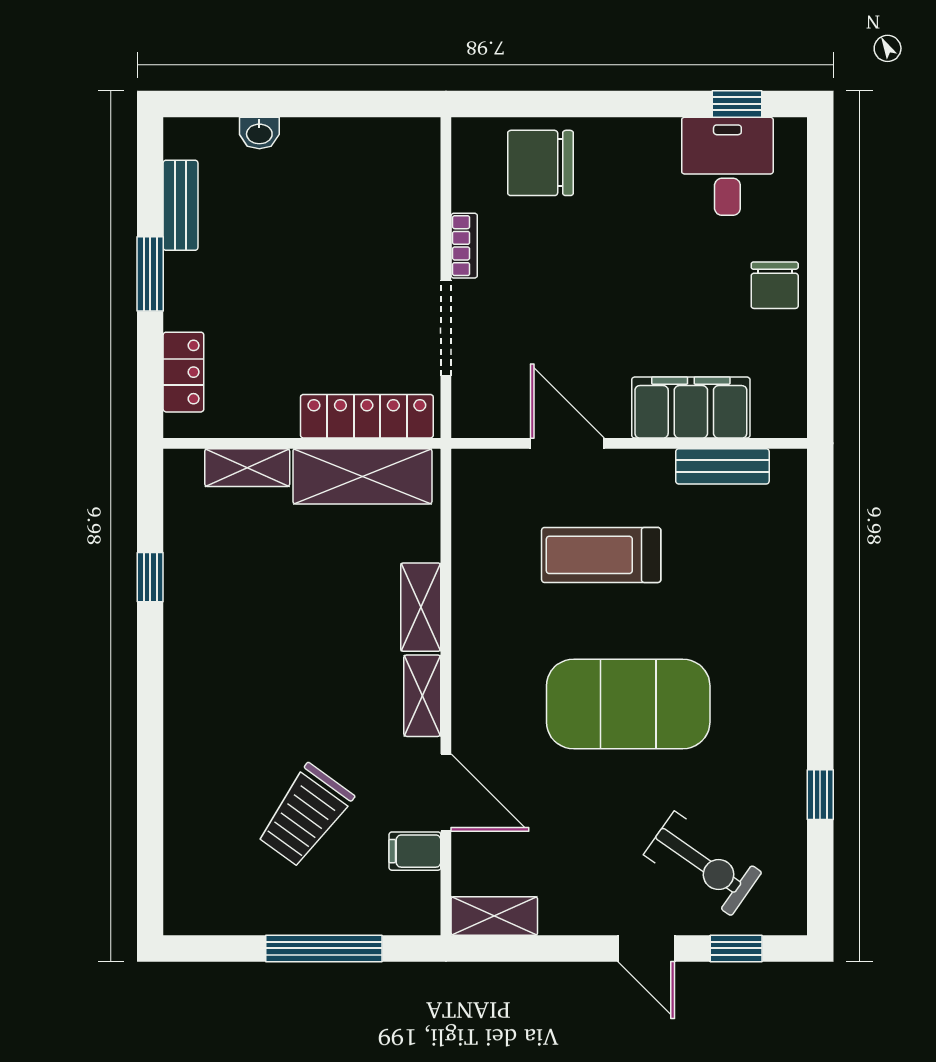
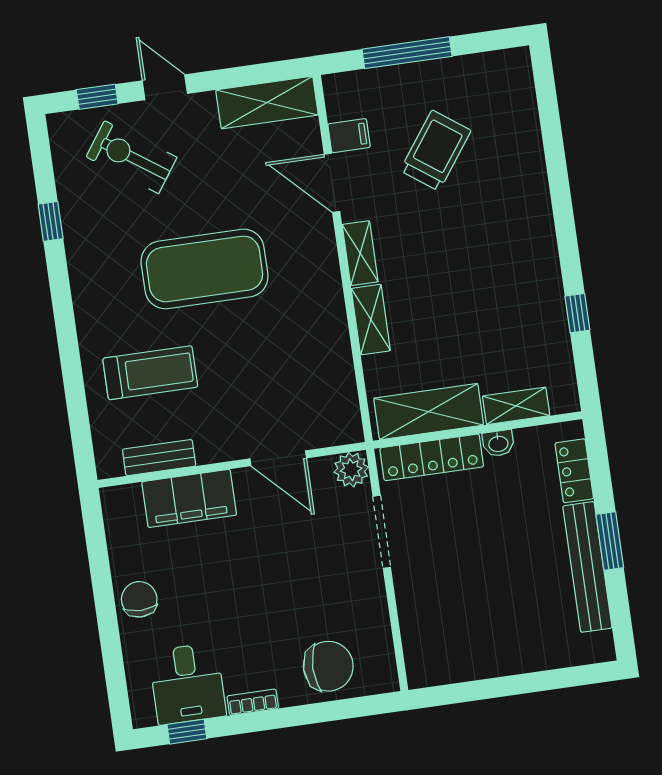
washbasin: (259, 133) -> (498, 443), moved, turned 180
bench: (180, 205) -> (587, 567), width x1.86, depth x1.21
bookcase: (464, 246) -> (253, 702), moved, turned 90
plant: (474, 415) -> (351, 470), added
treadmill: (601, 555) -> (150, 373), moved
shelving: (494, 916) -> (267, 102), width x1.50, depth x1.33

